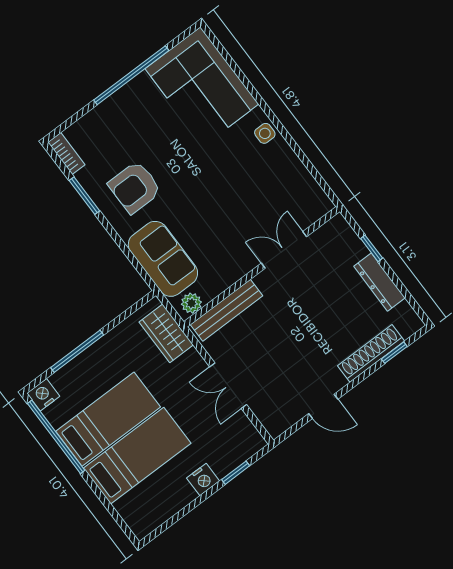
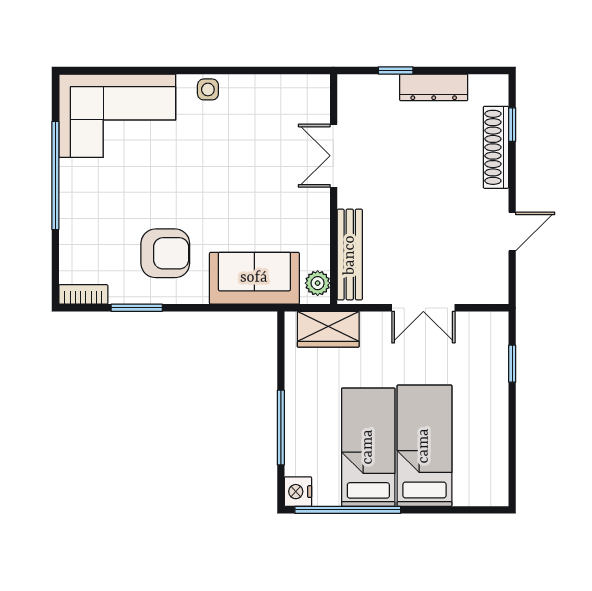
armchair: (135, 187) -> (165, 253), turned -90
nightstand: (203, 479) -> (495, 400), removed

